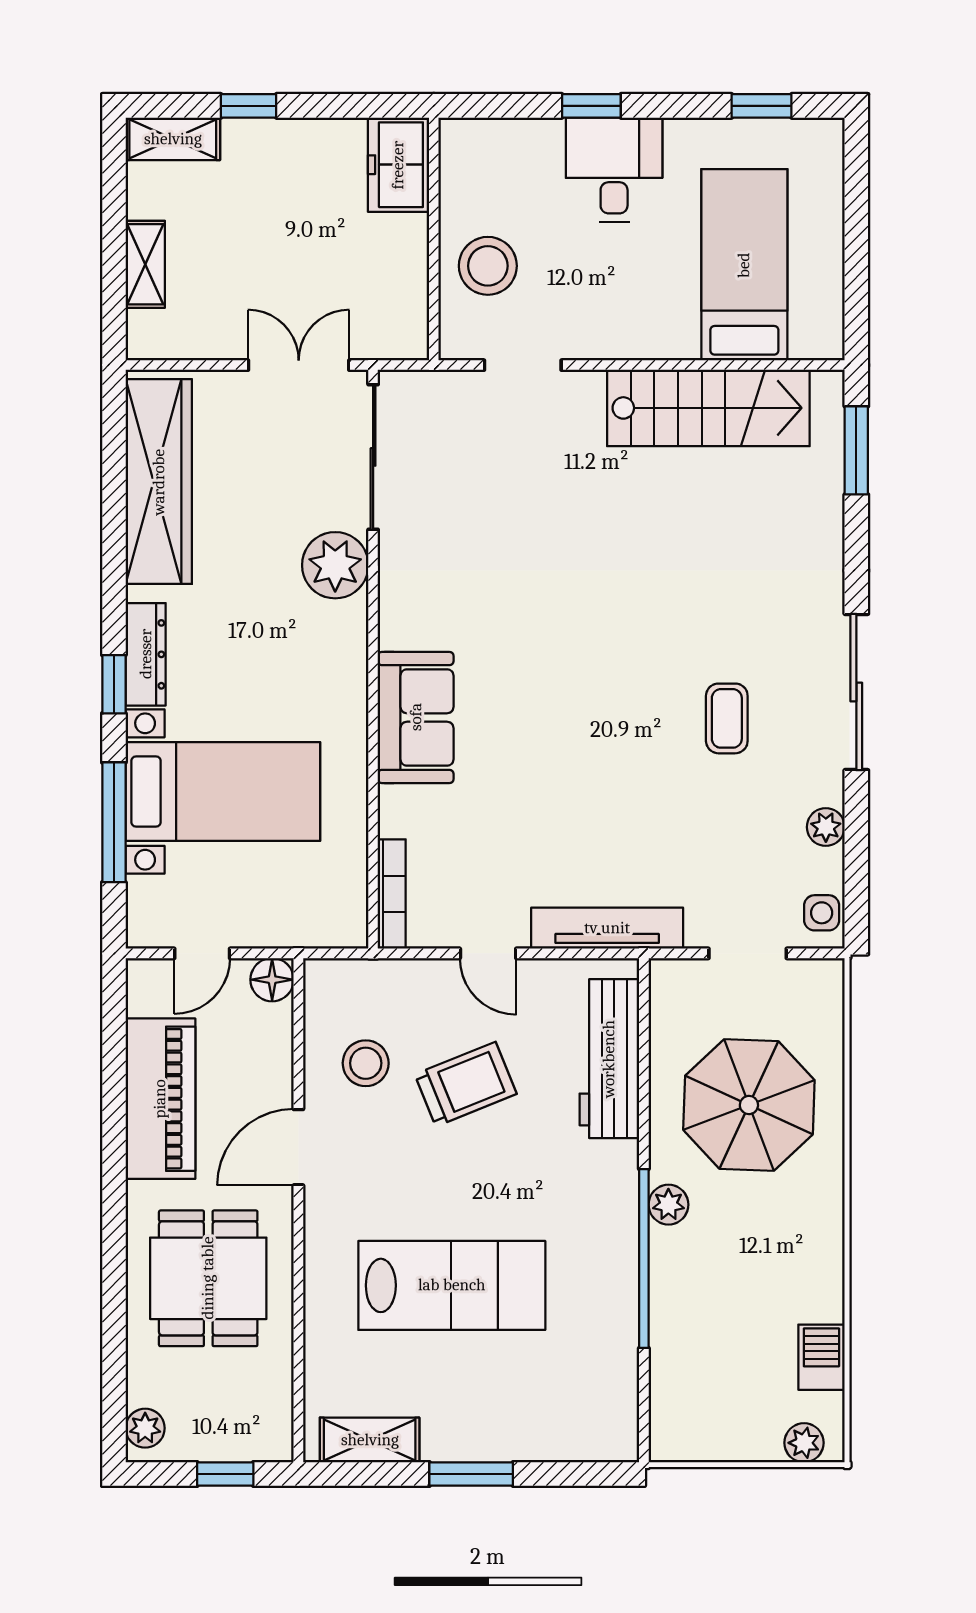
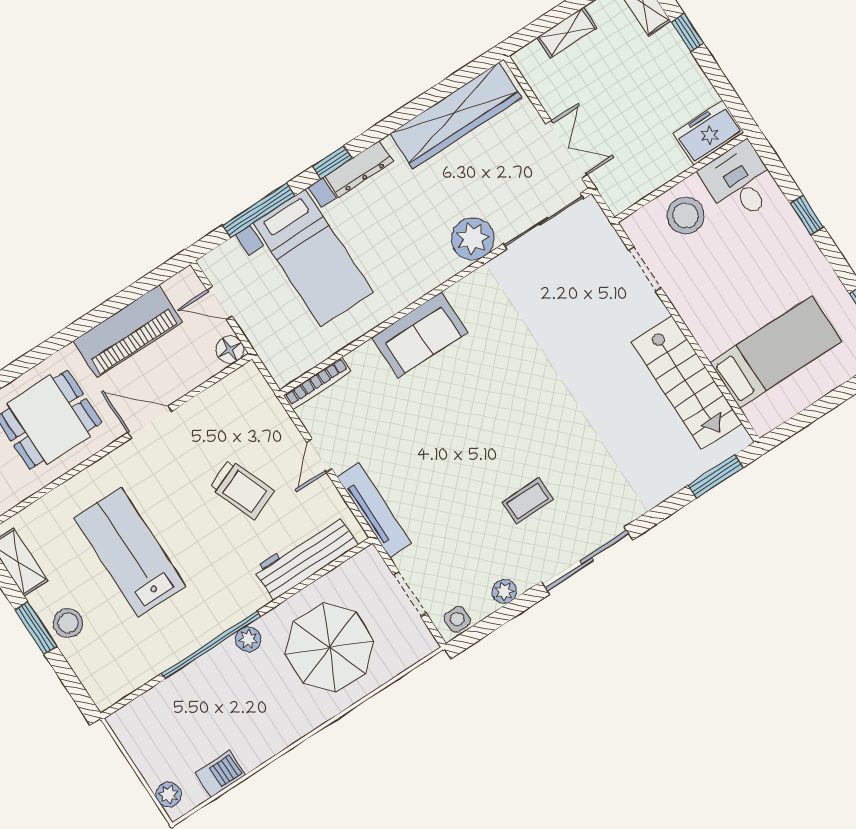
desk: (614, 170) -> (740, 182), moved, turned -90
stool: (366, 1063) -> (68, 623), moved
lab bench: (452, 1285) -> (130, 552), turned 180

